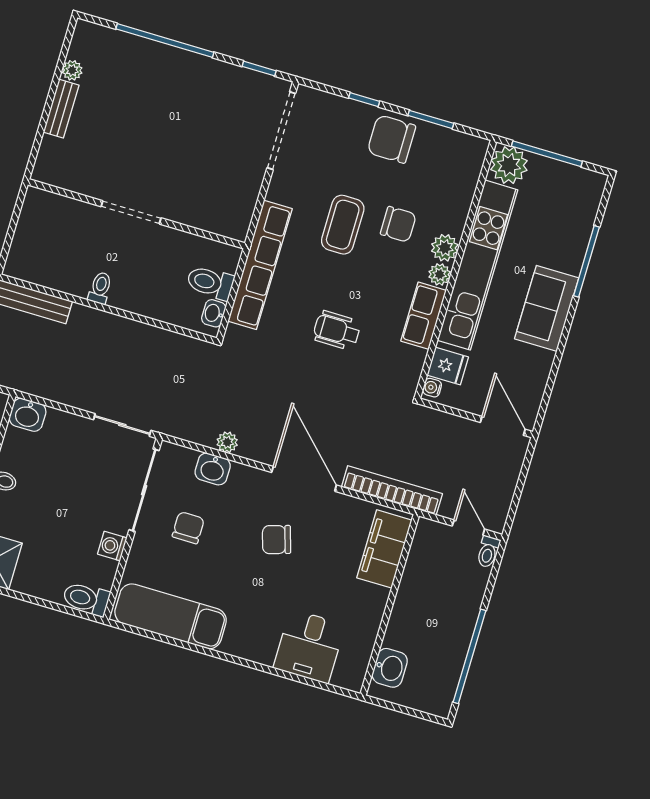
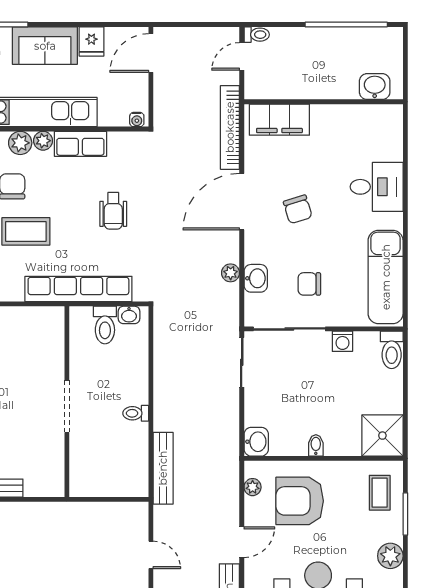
fridge: (448, 366) -> (91, 42), moved, turned 180
desk: (309, 646) -> (377, 187), moved

